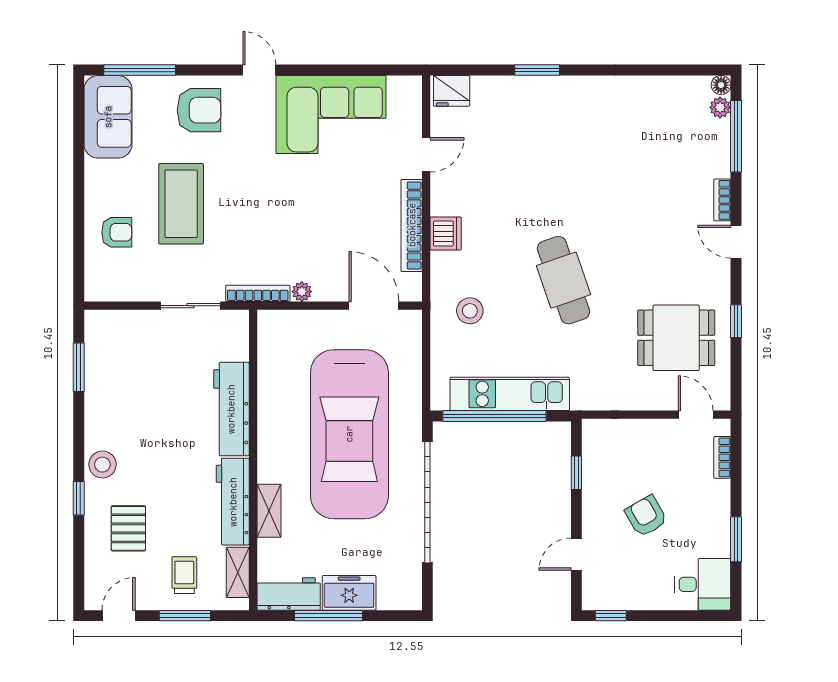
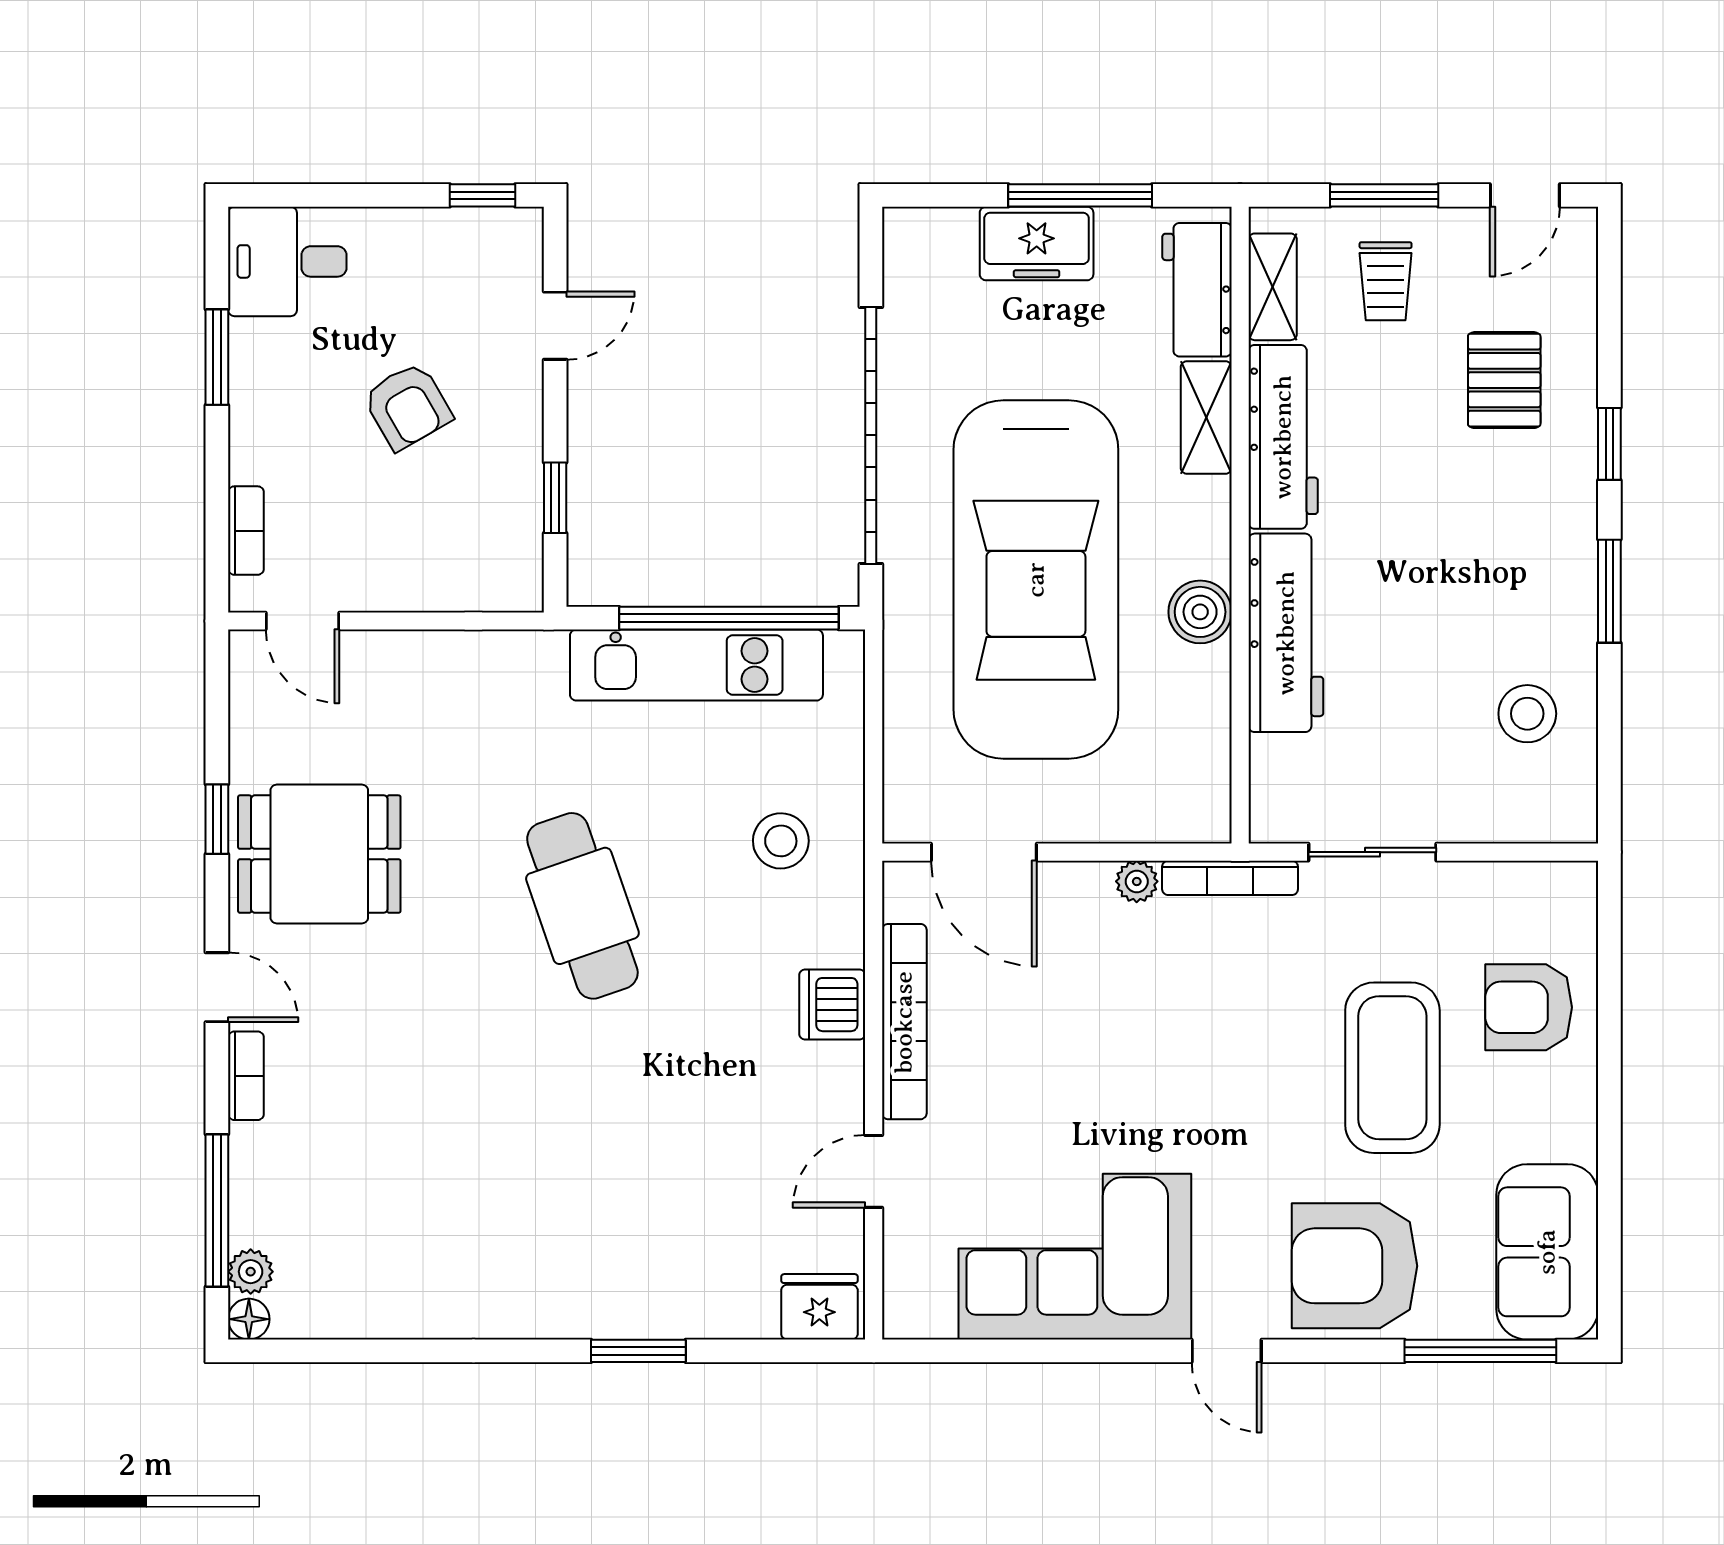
armchair: (199, 110) -> (1355, 1266), width x1.36, depth x1.36
armchair: (117, 232) -> (1529, 1007), width x1.38, depth x1.38
dining table: (676, 338) -> (319, 854), moved
window: (79, 367) -> (1609, 591), moved
boiler: (272, 419) -> (1200, 612), added
car: (349, 434) -> (1036, 580), turned 180
stool: (102, 465) -> (1527, 714), moved
workbench: (289, 594) -> (1197, 290), moved, turned 90

